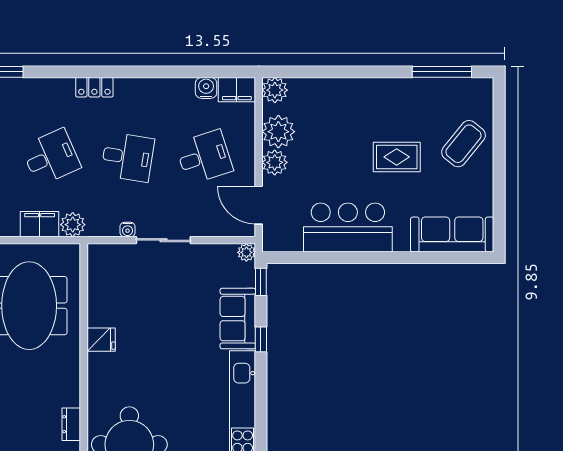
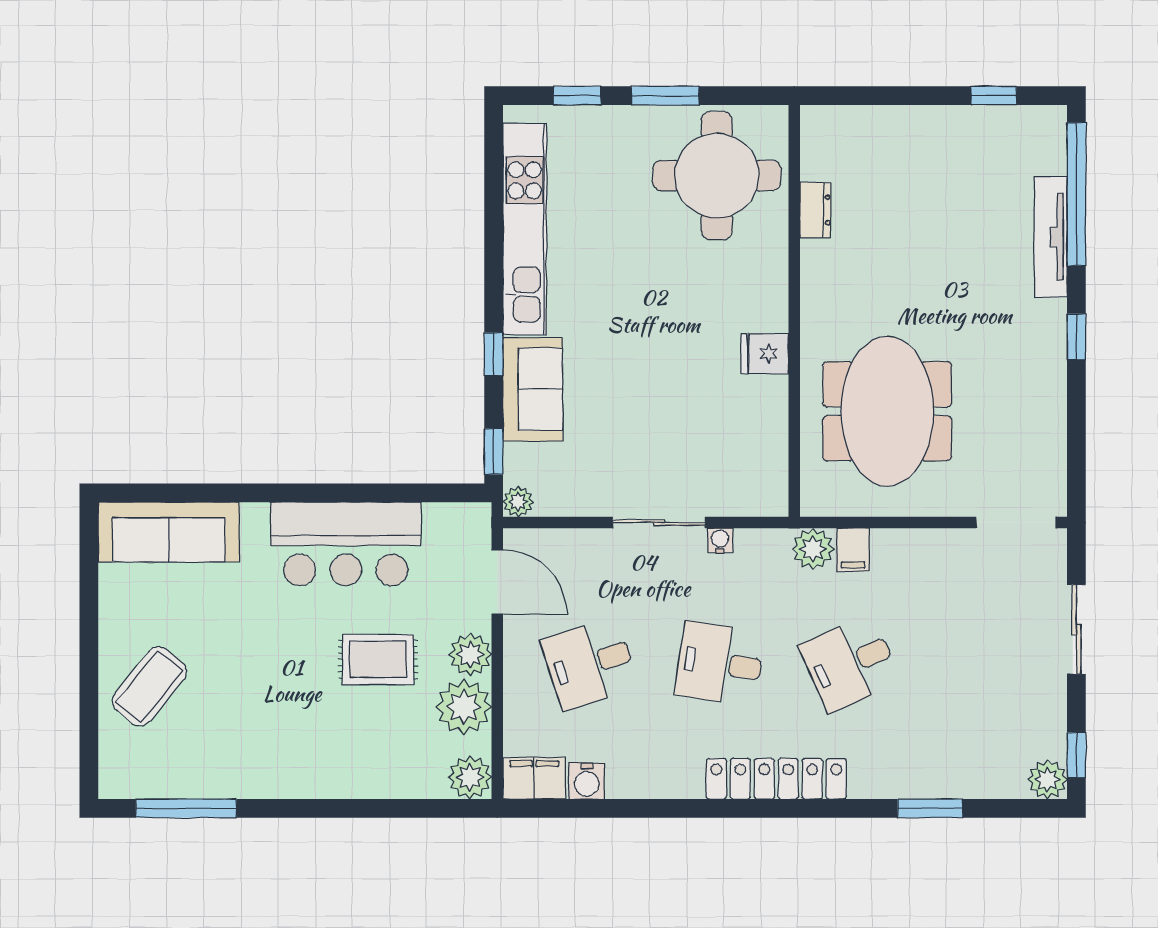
locker: (94, 87) -> (776, 779), width x2.16, depth x1.21
rug: (397, 157) -> (378, 659), moved
filing cabinet: (40, 224) -> (853, 550), width x0.50

